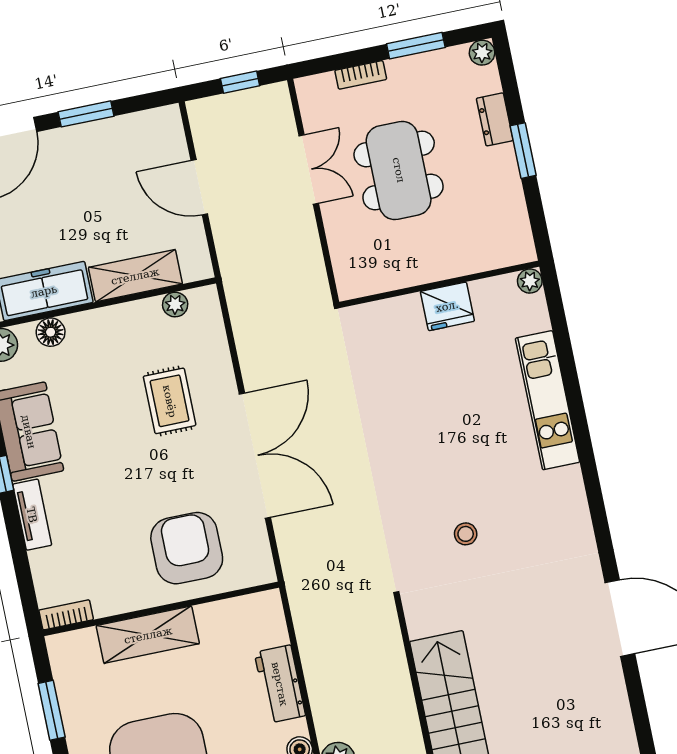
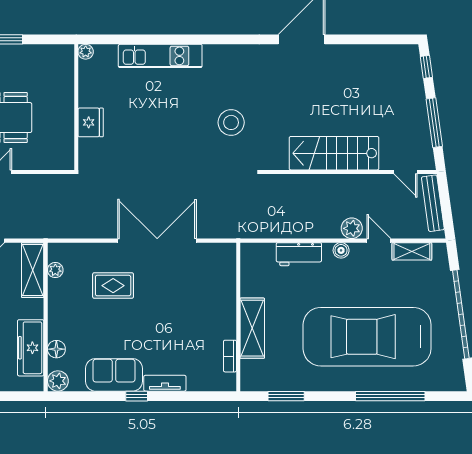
shelving: (135, 276) -> (33, 270), moved
fridge: (447, 306) -> (91, 122), moved
stool: (466, 534) -> (231, 122), width x1.89, depth x1.89
armchair: (187, 548) -> (205, 294), removed
bookcase: (66, 615) -> (230, 356), moved

